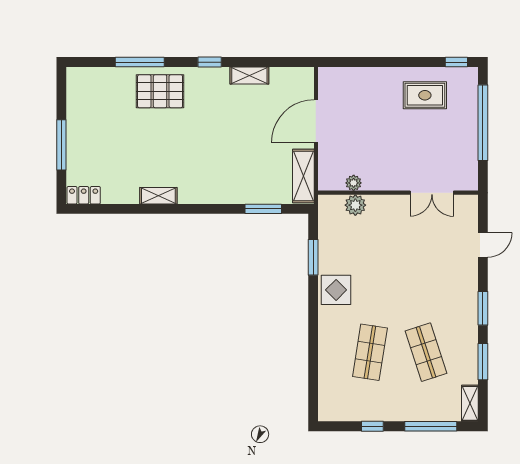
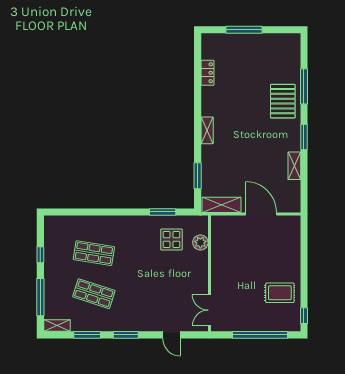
window: (210, 62) -> (304, 137), width x1.50
rug: (425, 95) -> (280, 293), turned 90
plant: (354, 183) -> (216, 241), removed
double door: (432, 193) -> (209, 310), moved
locker: (84, 195) -> (208, 73), moved
shelving: (158, 196) -> (207, 130), moved
display table: (336, 290) -> (171, 239), moved
shop shelf: (426, 352) -> (94, 294), turned 36

